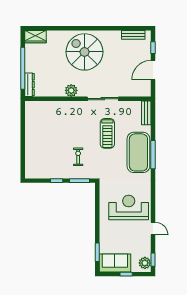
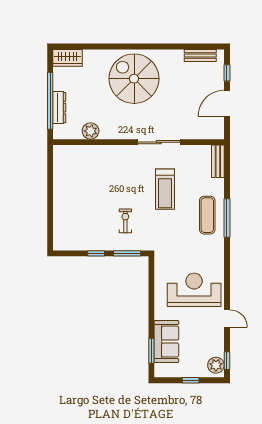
dresser: (29, 85) -> (59, 108), moved
plant: (71, 90) -> (91, 131), moved
exercise mat: (138, 152) -> (207, 215), width x0.50, depth x0.69
sofa: (115, 263) -> (166, 342), moved, turned 90

